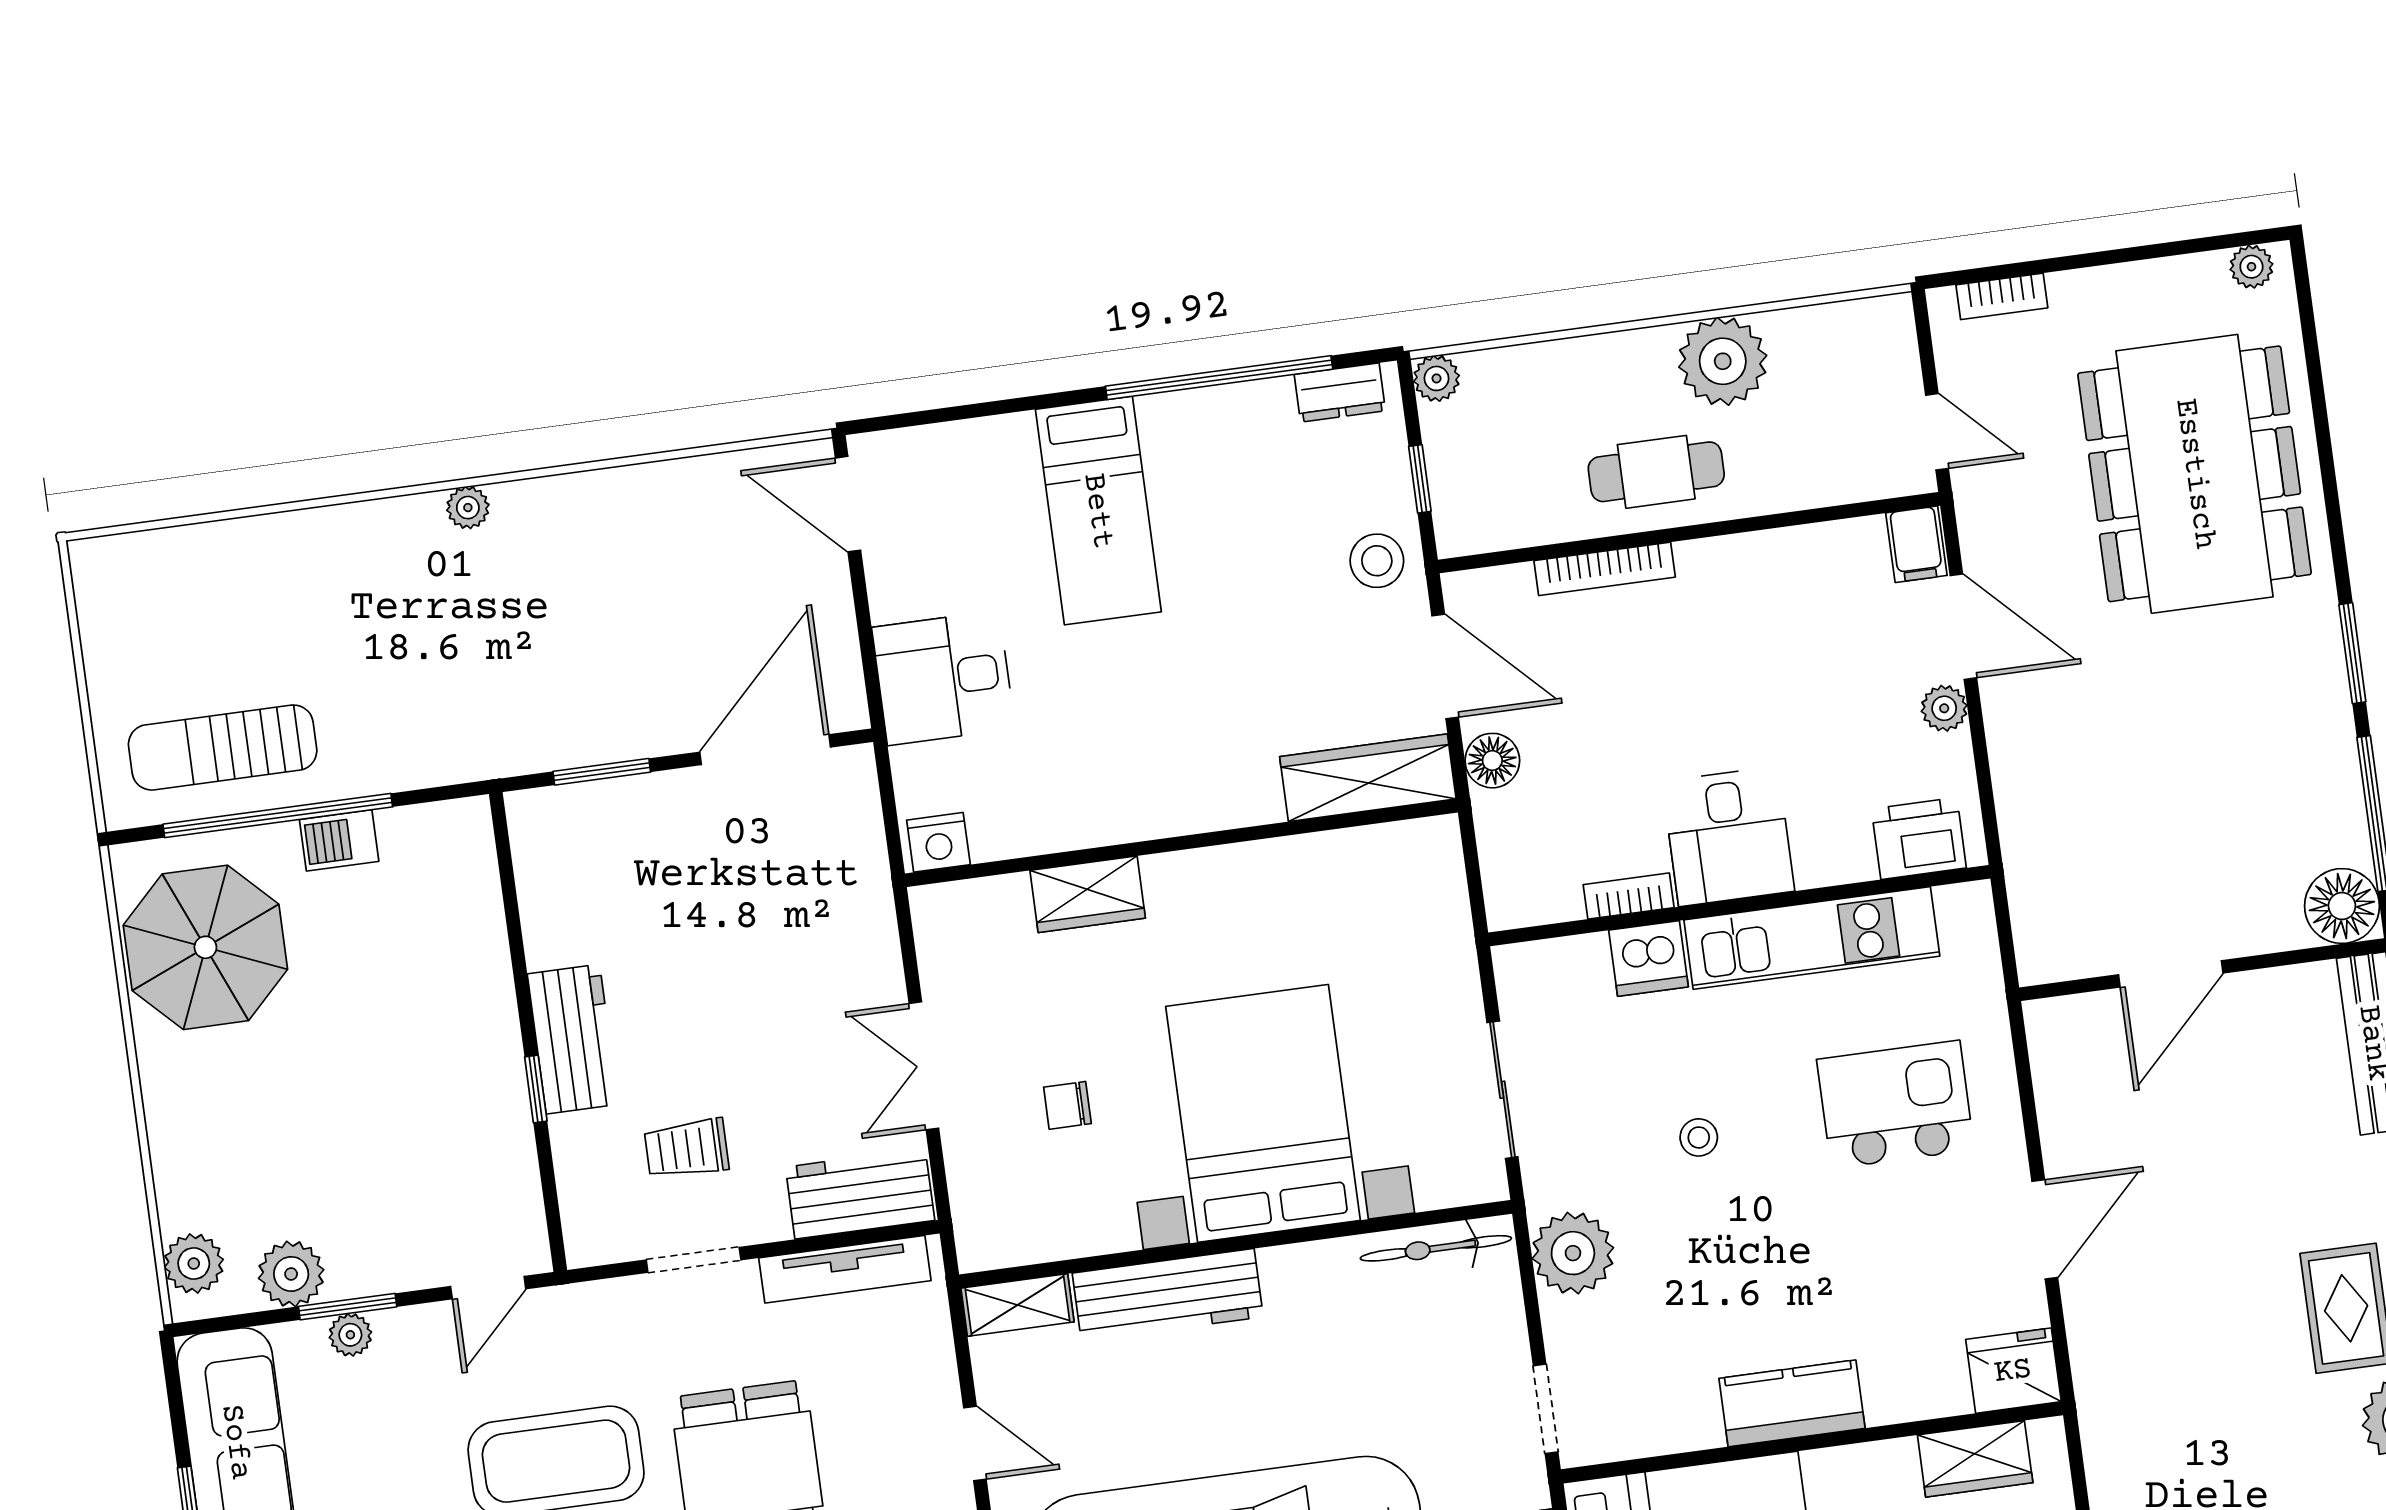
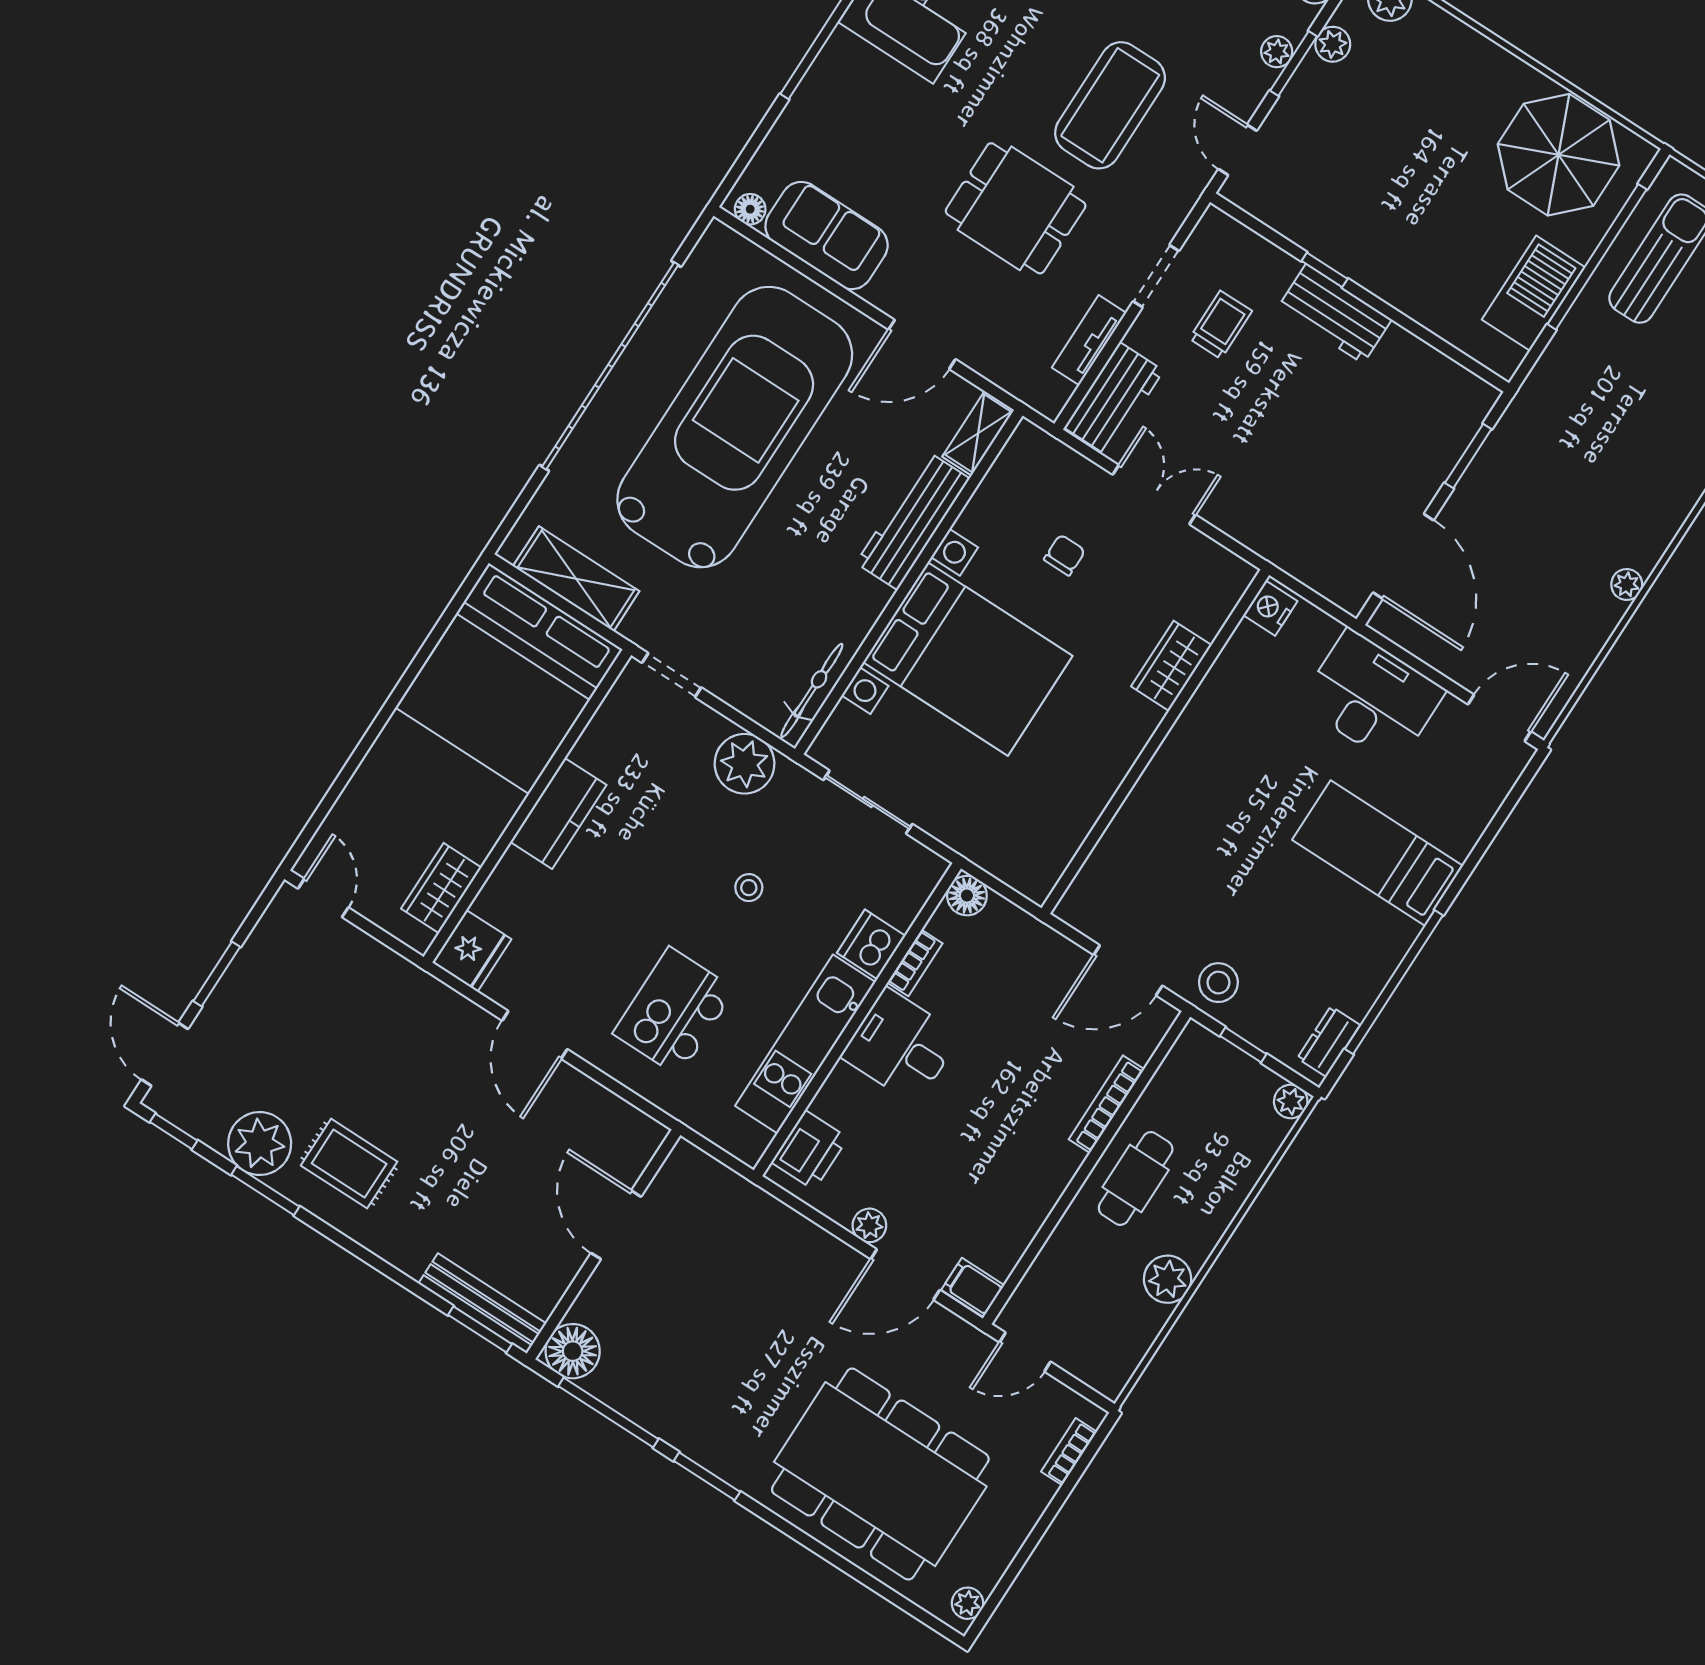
plant: (1723, 361) -> (1168, 1279), width x0.73, depth x0.73
plant: (468, 508) -> (1627, 585), moved
desk: (943, 678) -> (1372, 697), width x1.37
floor lamp: (1492, 761) -> (967, 896), moved
wardrobe: (1368, 778) -> (1103, 875), removed
barbecue: (339, 840) -> (1533, 293), width x1.88, depth x1.53
kitchen island: (1895, 1105) -> (674, 1012), turned 180
tv unit: (845, 1269) -> (1089, 340), width x0.71
plant: (291, 1274) -> (1333, 44), width x0.73, depth x0.73
door: (975, 1443) -> (922, 344), width x1.38

